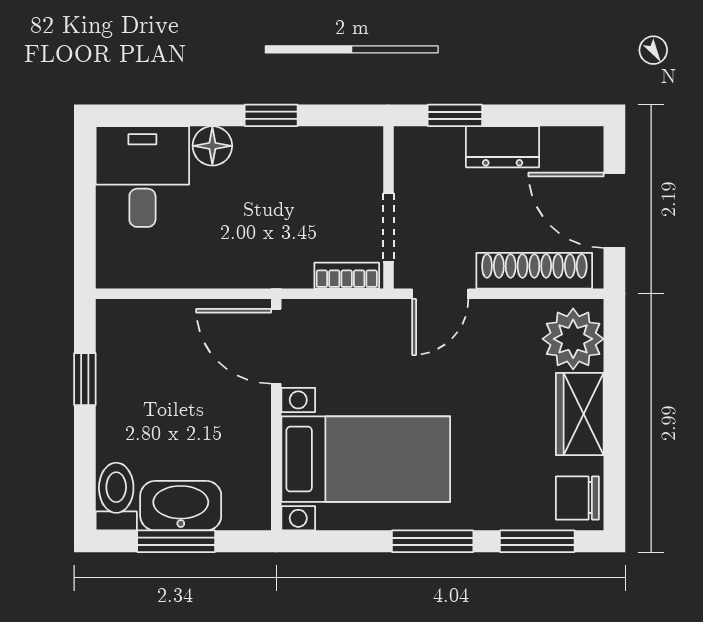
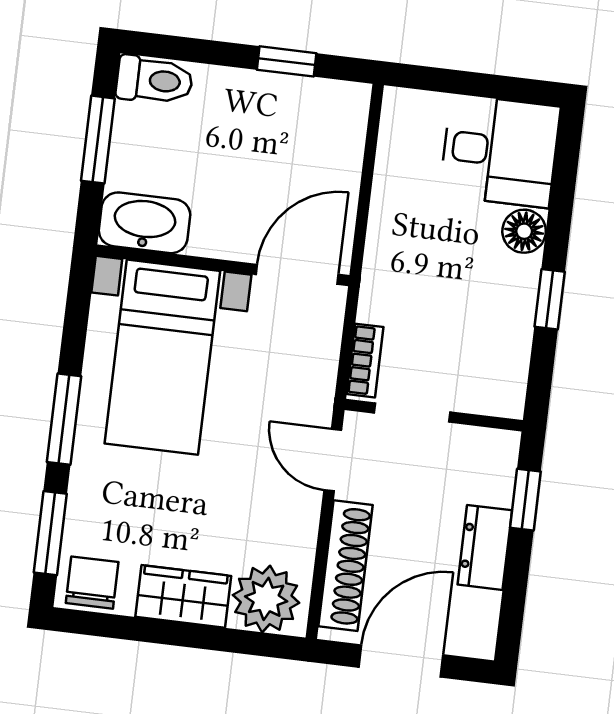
washbasin: (181, 506) -> (145, 223), moved, turned -90

